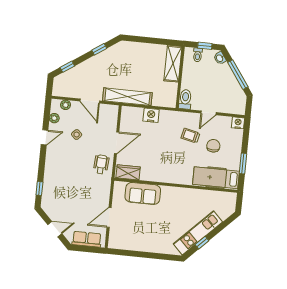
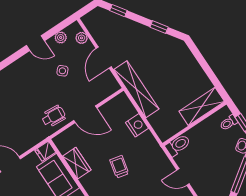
trolley: (190, 136) -> (119, 167), moved
wardrobe: (128, 172) -> (77, 163), moved
fridge: (119, 188) -> (45, 151), added

